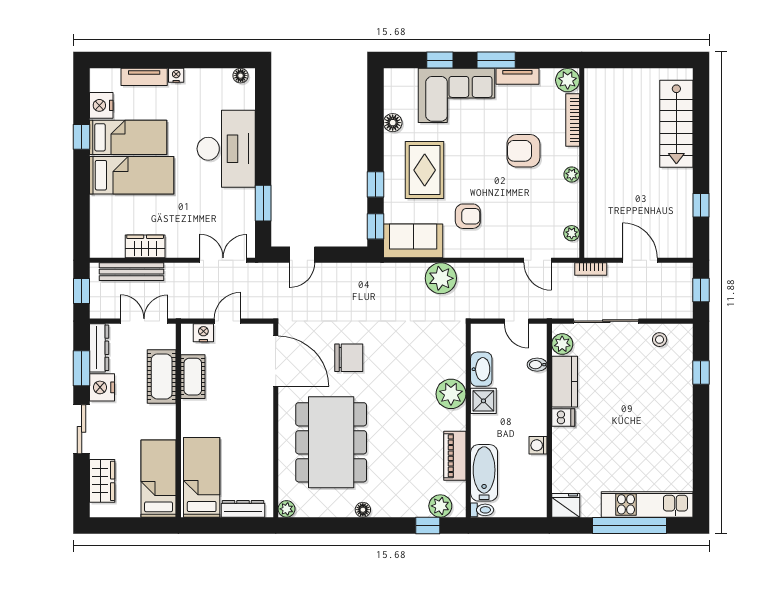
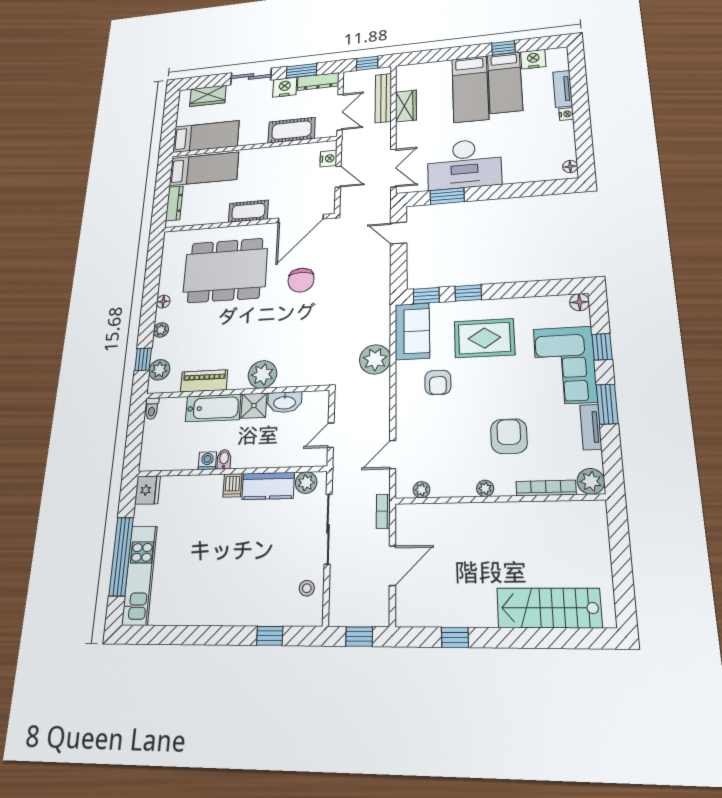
floor lamp: (393, 123) -> (580, 302), moved
desk: (226, 149) -> (464, 164), moved
bidet: (537, 365) -> (224, 459), moved
cot: (193, 377) -> (248, 211), moved
bathtub: (484, 473) -> (213, 408), moved
plant: (287, 509) -> (161, 330), moved

